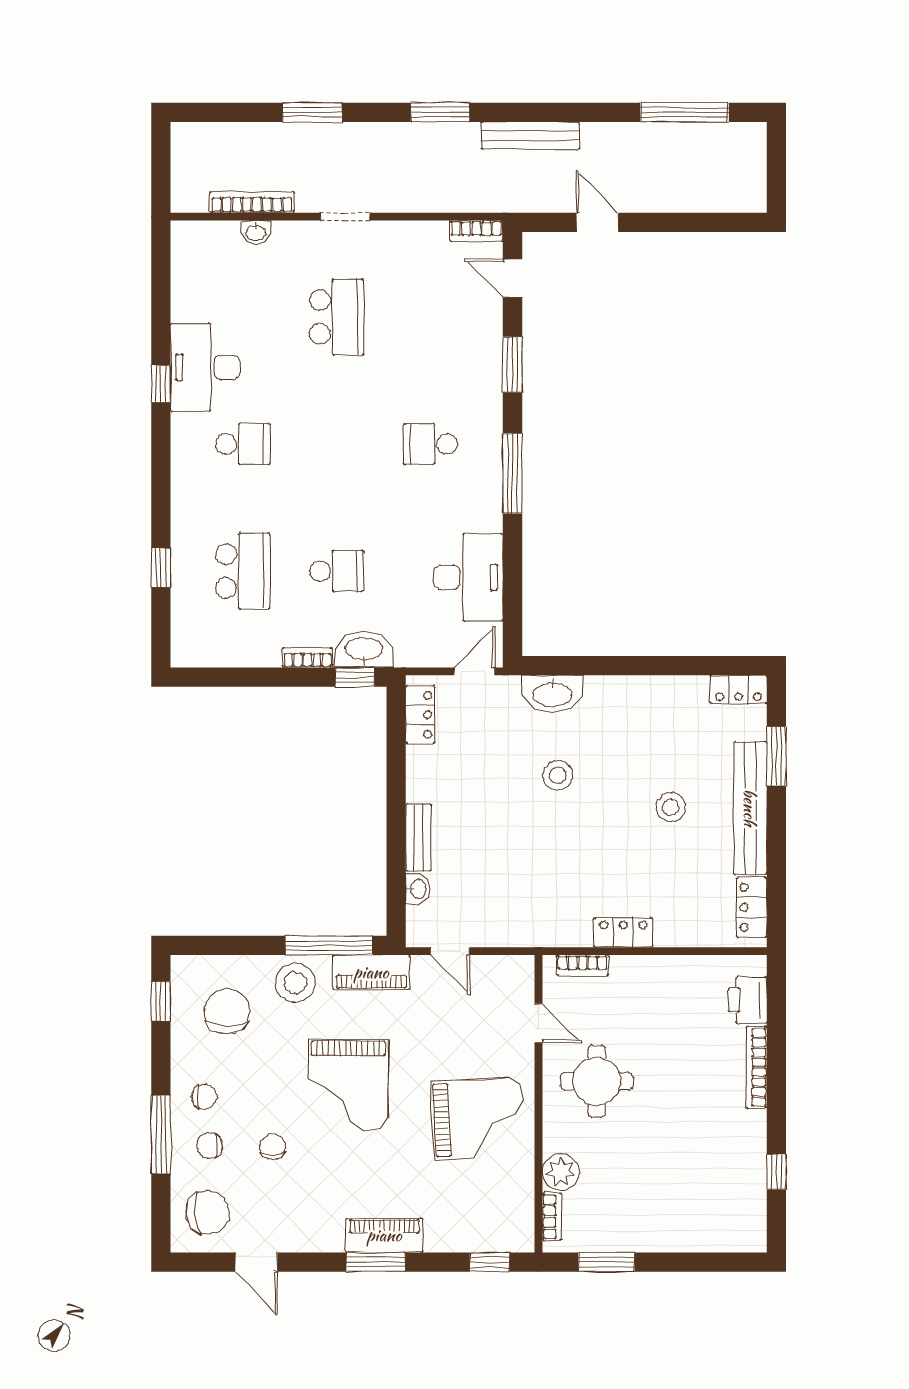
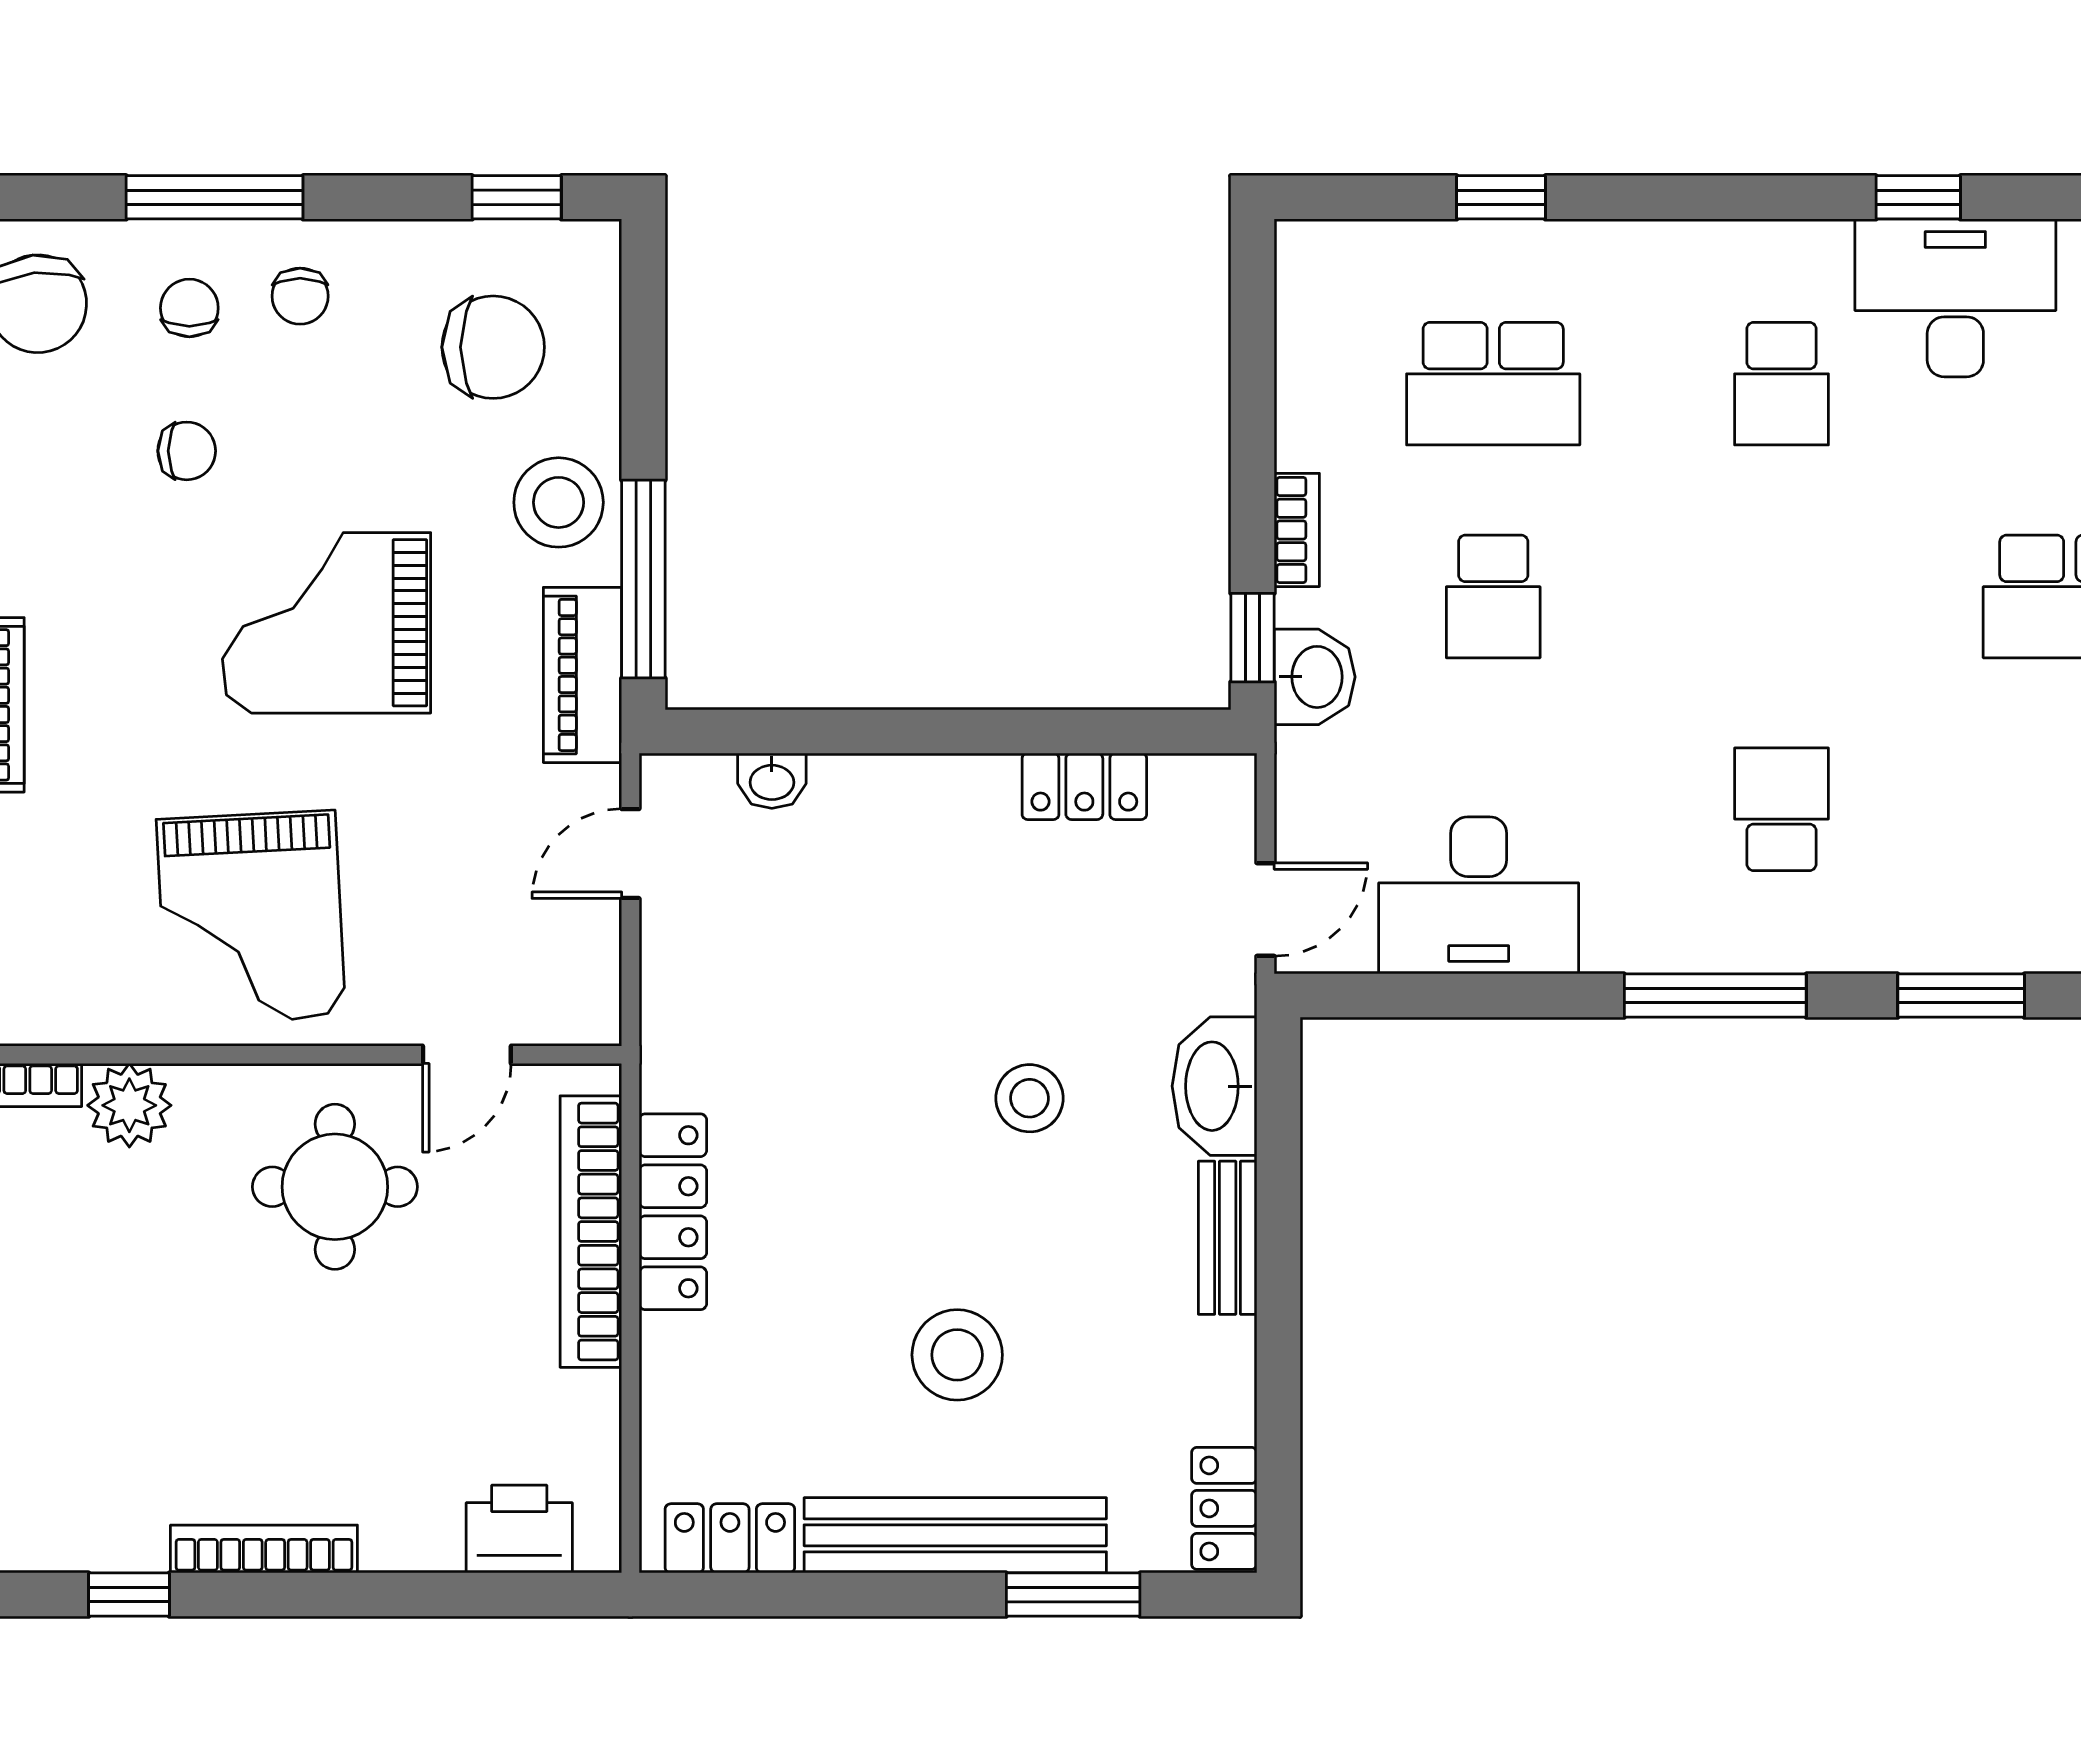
washbasin: (364, 650) -> (1315, 677), width x0.72
door: (475, 671) -> (1265, 910), hinge flipped
locker: (420, 715) -> (1084, 786), moved
stool: (671, 807) -> (957, 1355), width x1.38, depth x1.38
bench: (419, 837) -> (1228, 1238), moved, turned 90
locker: (623, 932) -> (673, 1212), width x1.53
bookcase: (583, 965) -> (591, 1232), width x2.31, depth x1.31
bookcase: (756, 1067) -> (264, 1549), moved

